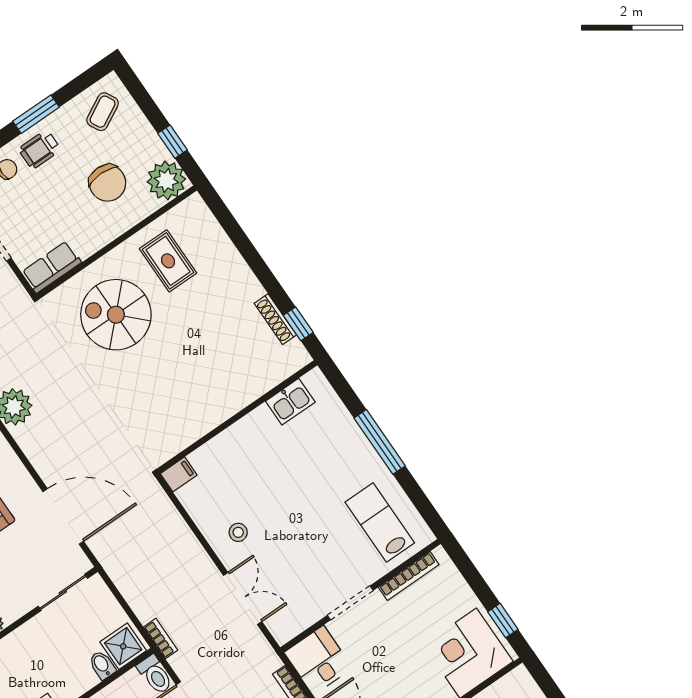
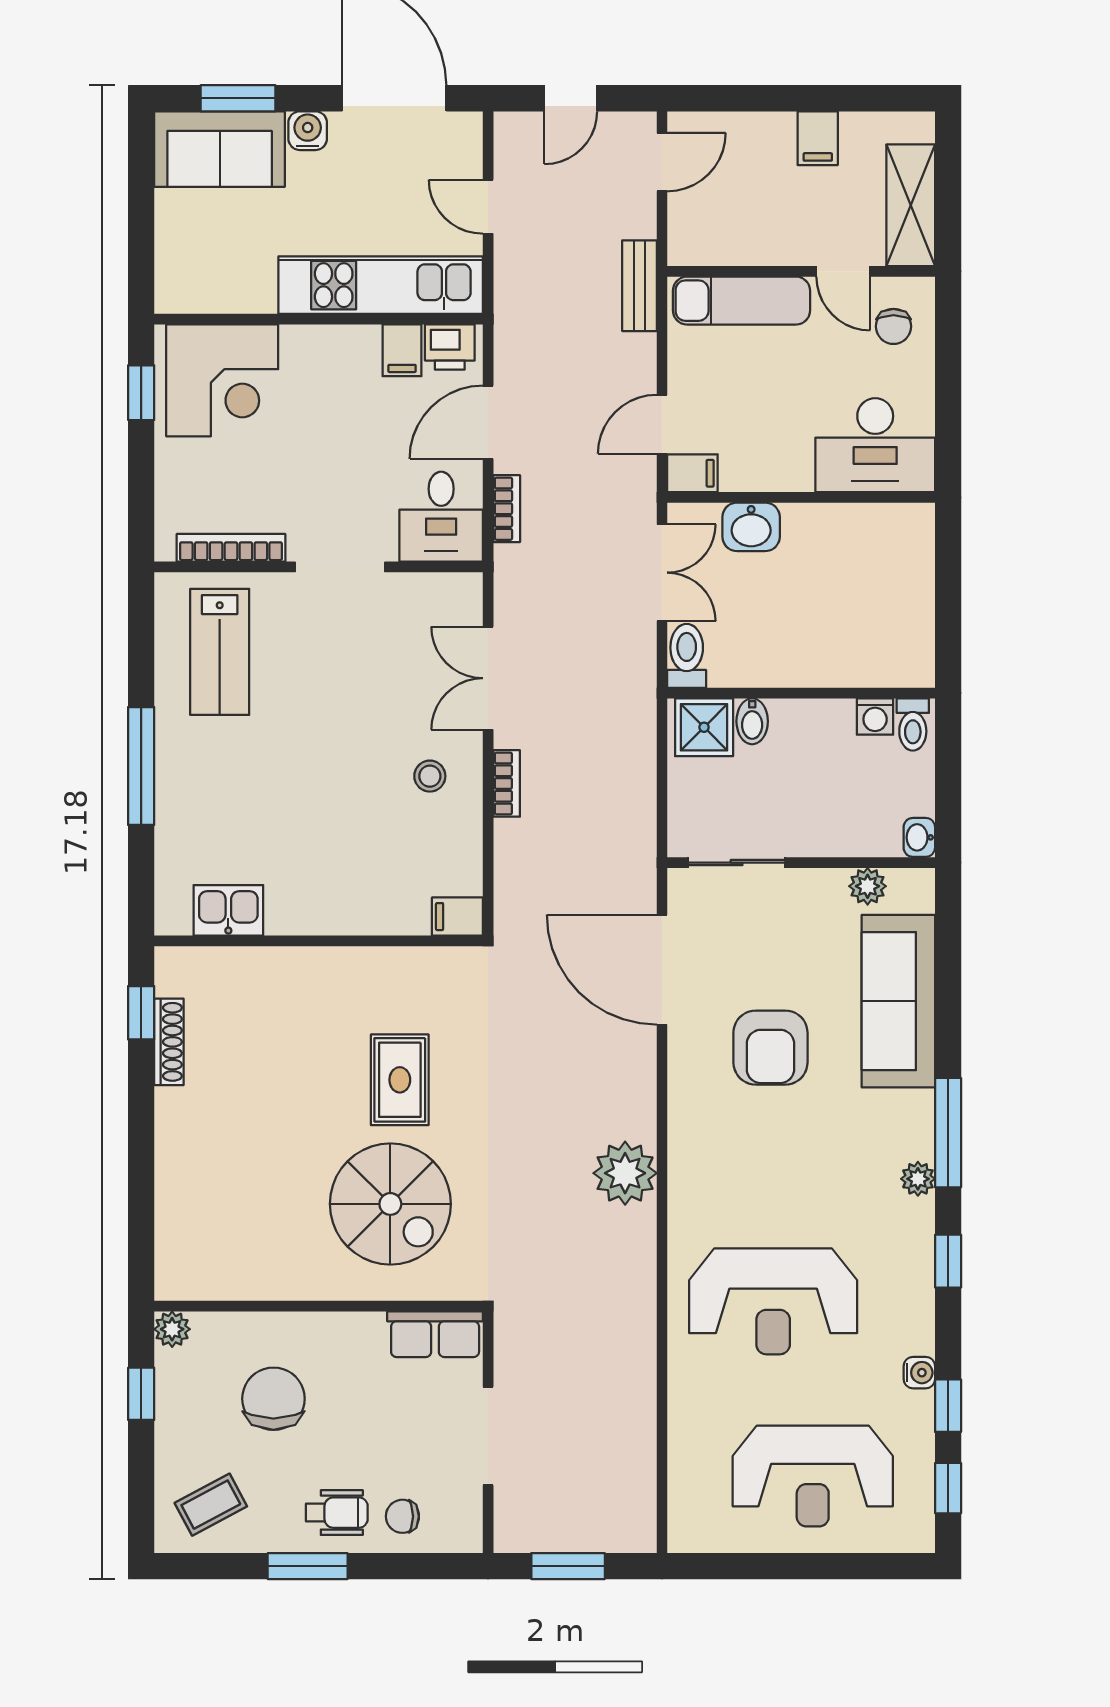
plant: (166, 180) -> (172, 1329), width x0.53, depth x0.53
rug: (168, 261) -> (400, 1080), moved
bookcase: (161, 639) -> (507, 783), moved, turned 180

